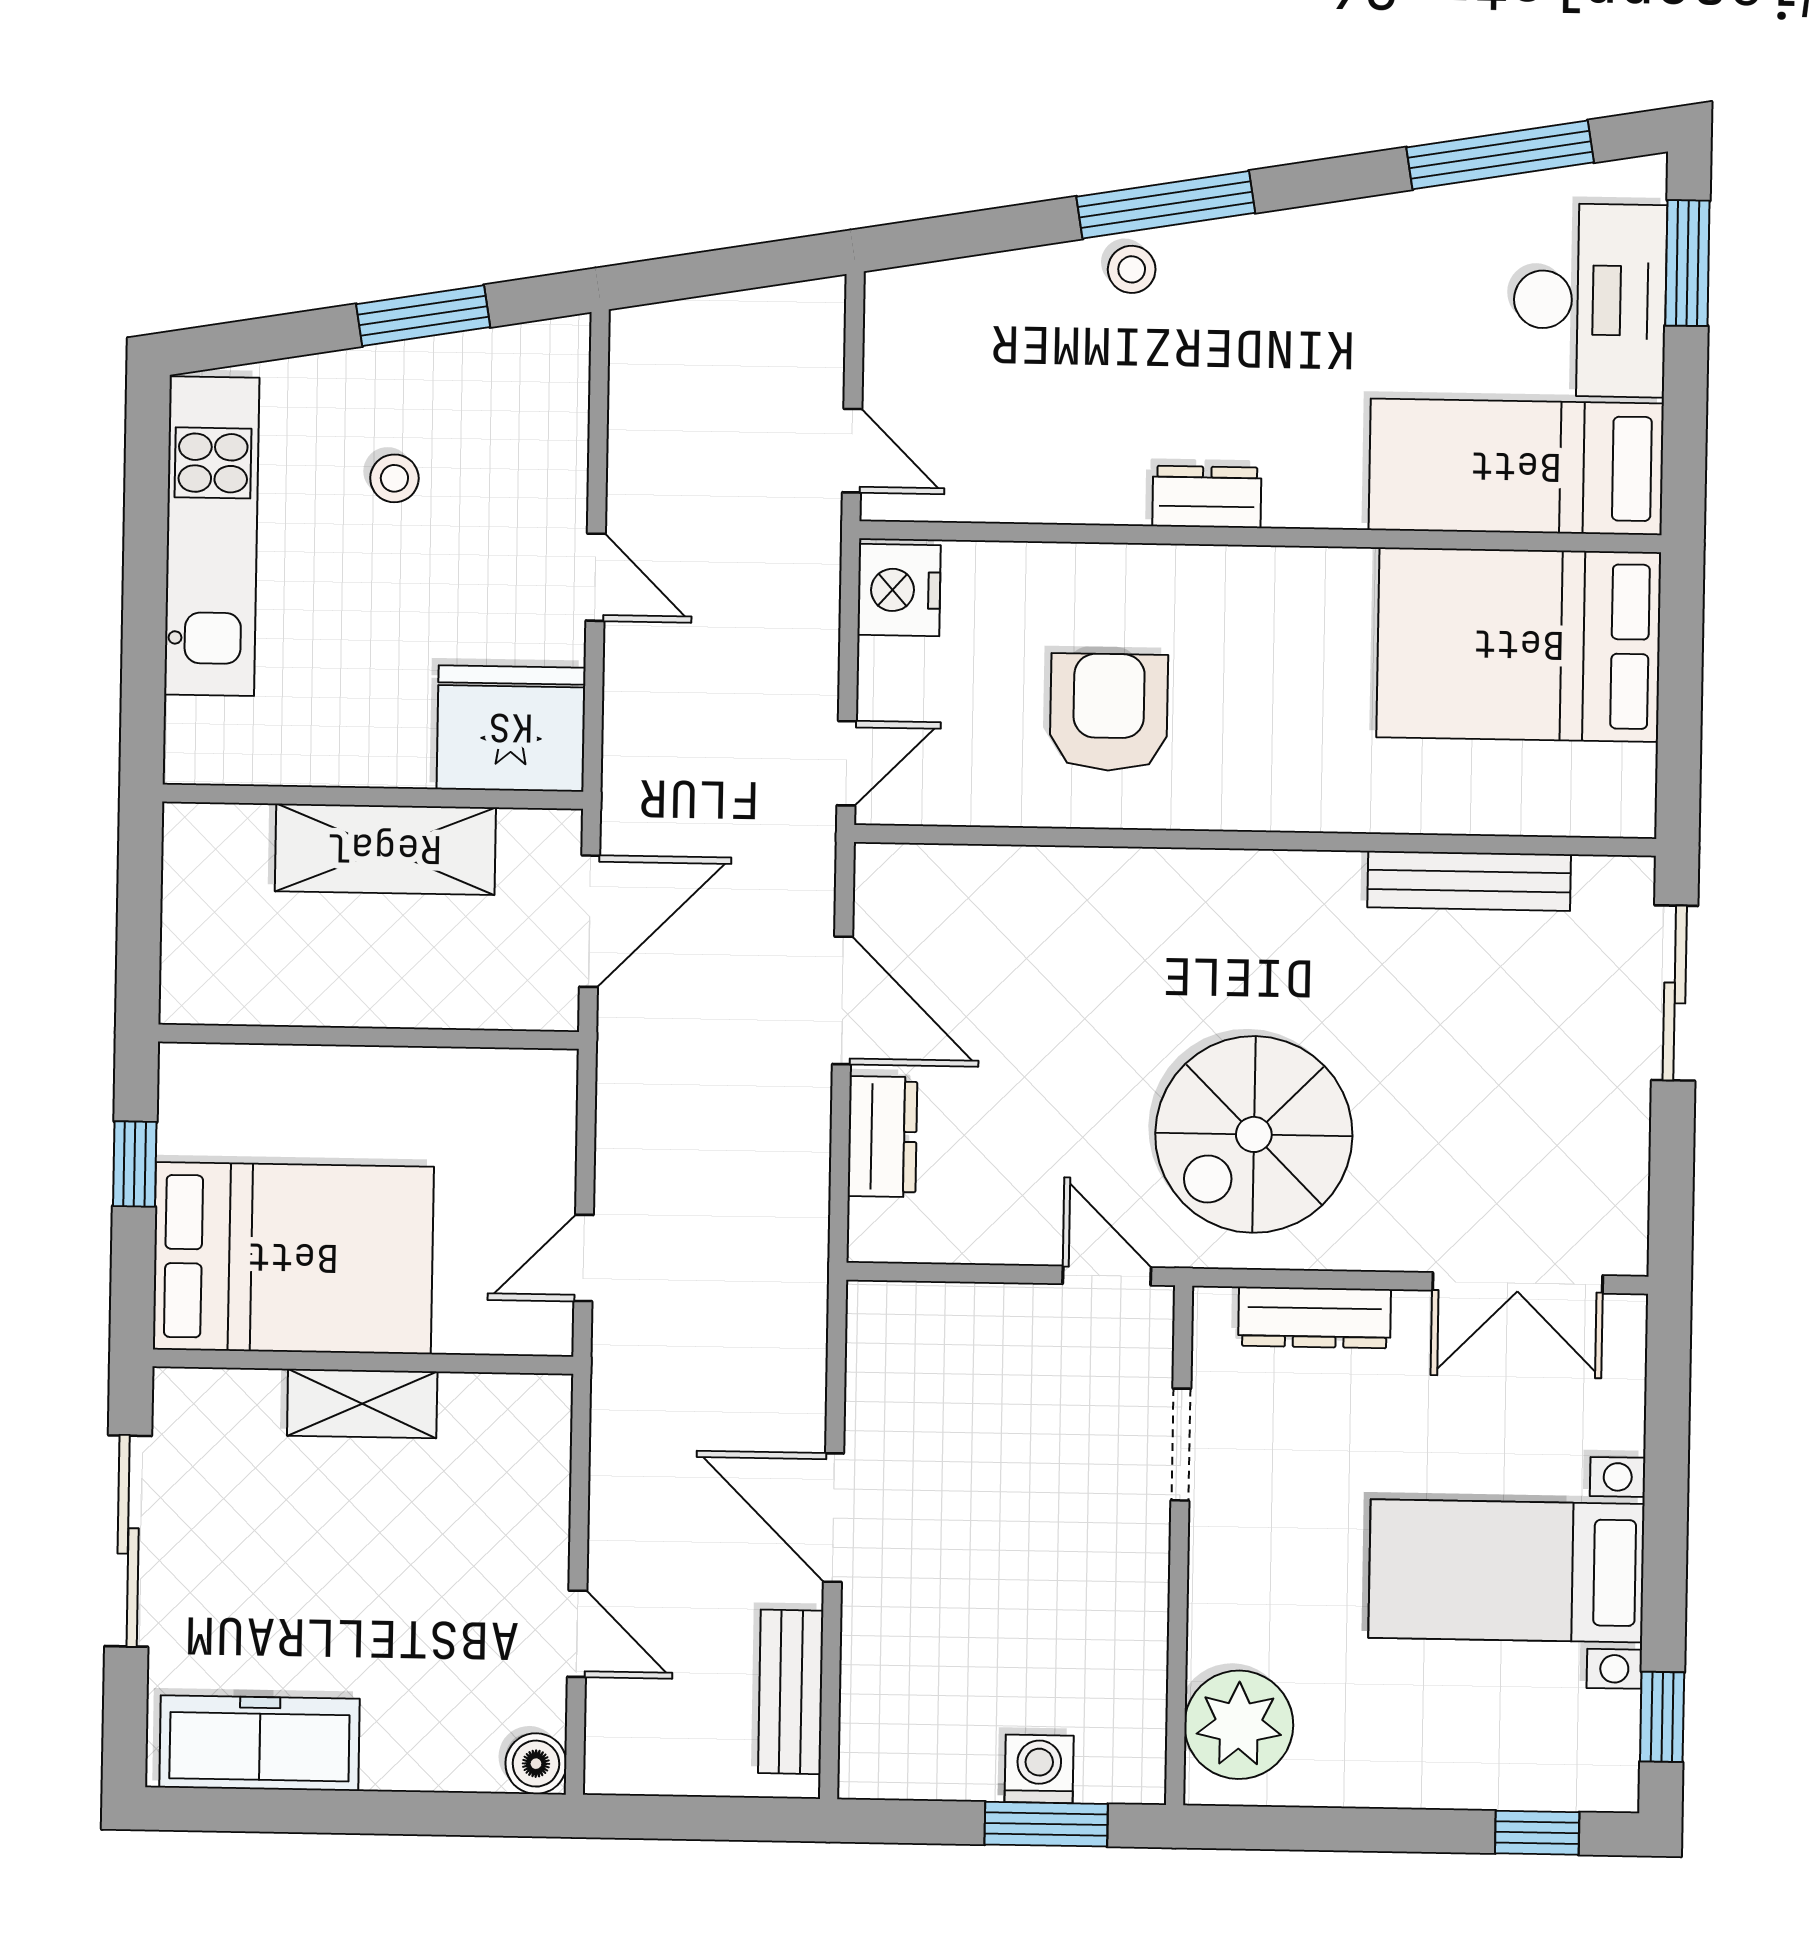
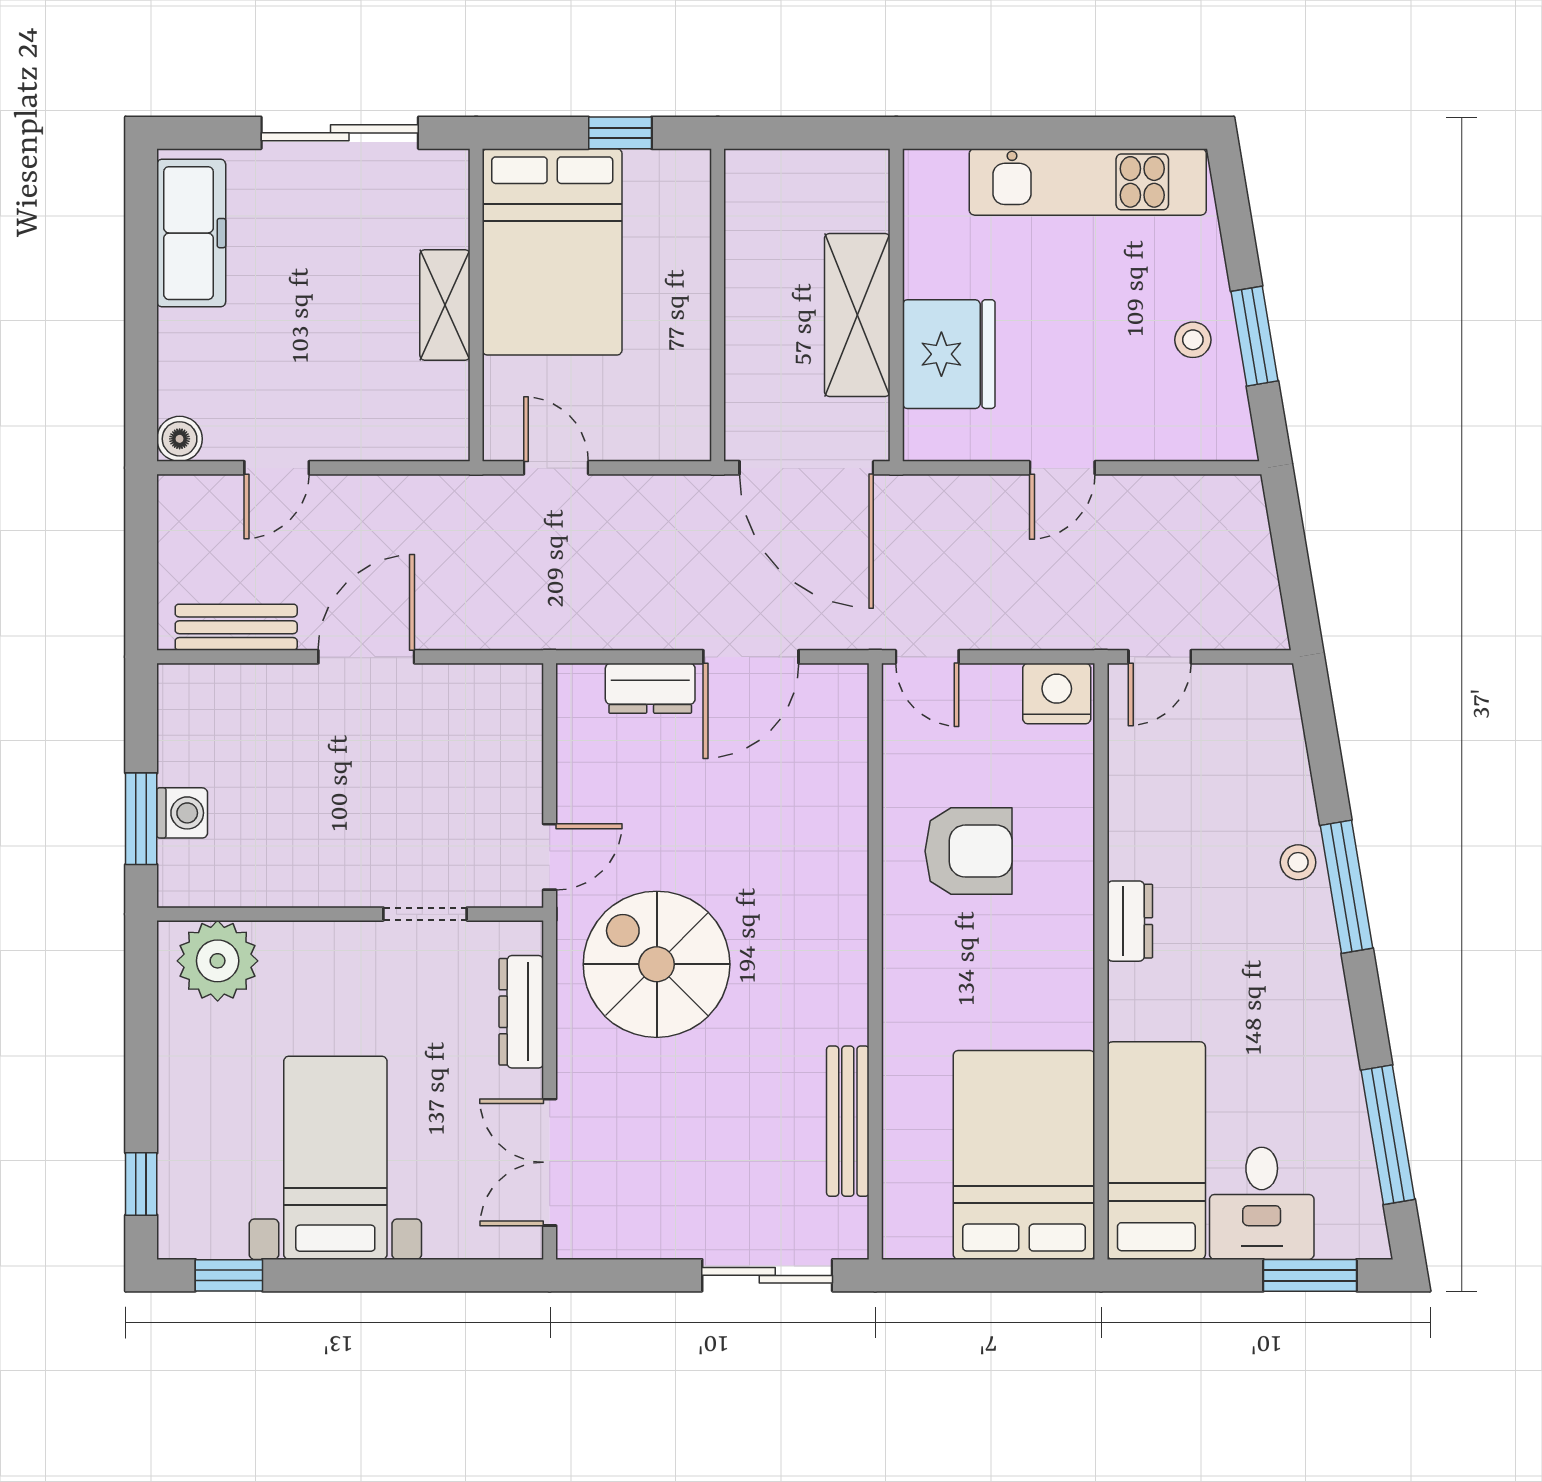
desk: (1590, 300) -> (1262, 1203), width x0.73
stool: (394, 478) -> (1193, 340), moved
fridge: (511, 728) -> (949, 354), moved
door: (590, 921) -> (806, 468), width x1.36

